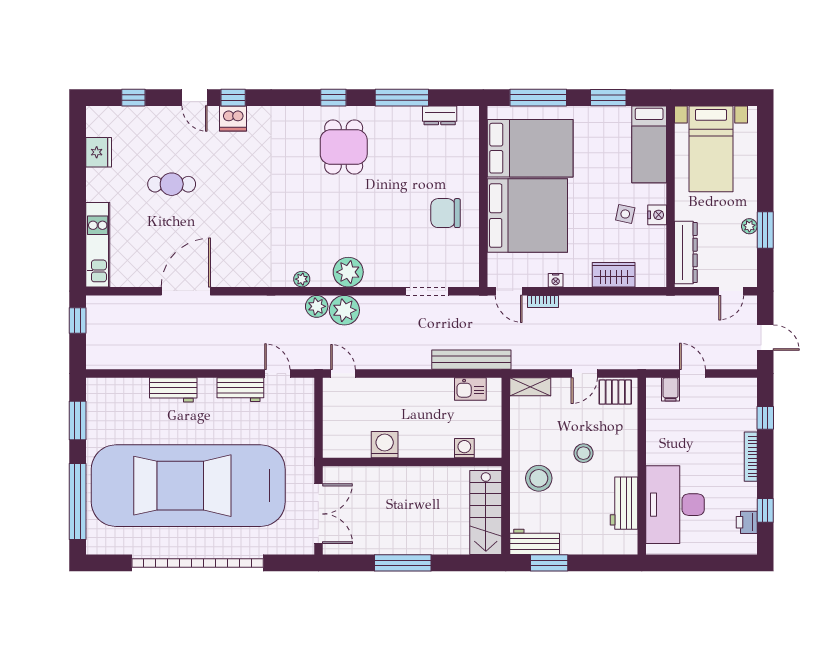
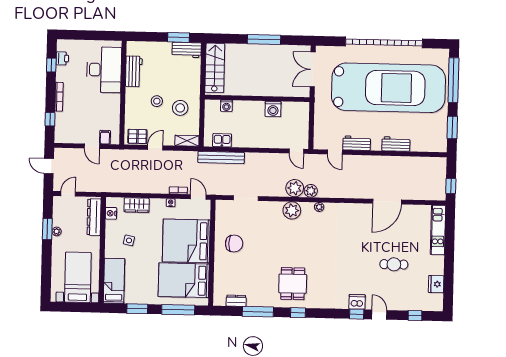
nightstand: (657, 215) -> (111, 213), moved
stool: (539, 478) -> (180, 108), moved

